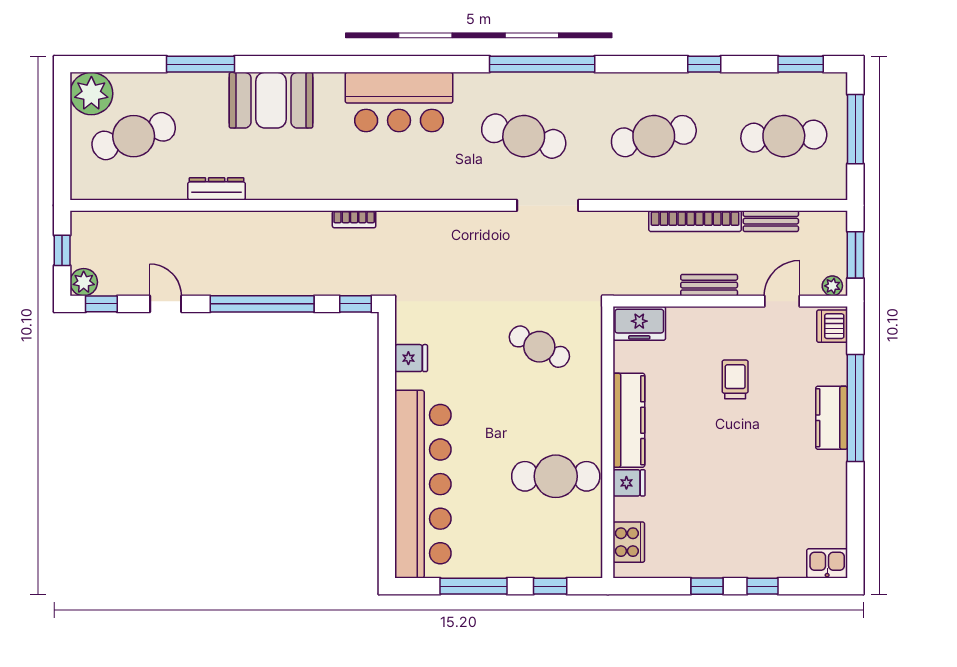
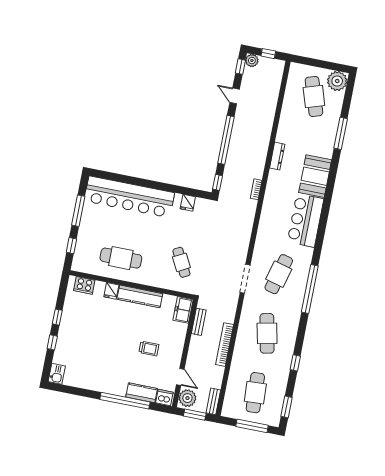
booth: (271, 100) -> (315, 176), moved
dresser: (217, 189) -> (277, 156), moved
bench: (771, 221) -> (213, 401), moved
bench: (709, 285) -> (199, 322), moved
plant: (832, 286) -> (187, 398), width x1.88, depth x1.88
door: (166, 304) -> (235, 96), swing flipped
cafe table: (539, 347) -> (181, 262), turned -55
kitchen counter: (832, 418) -> (142, 393), moved
cafe table: (556, 476) -> (121, 258), turned 90

